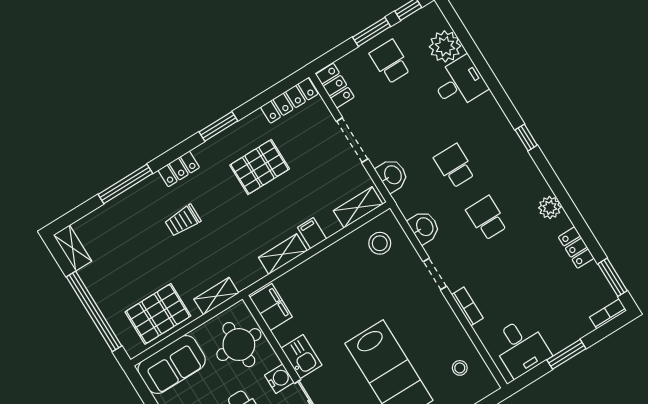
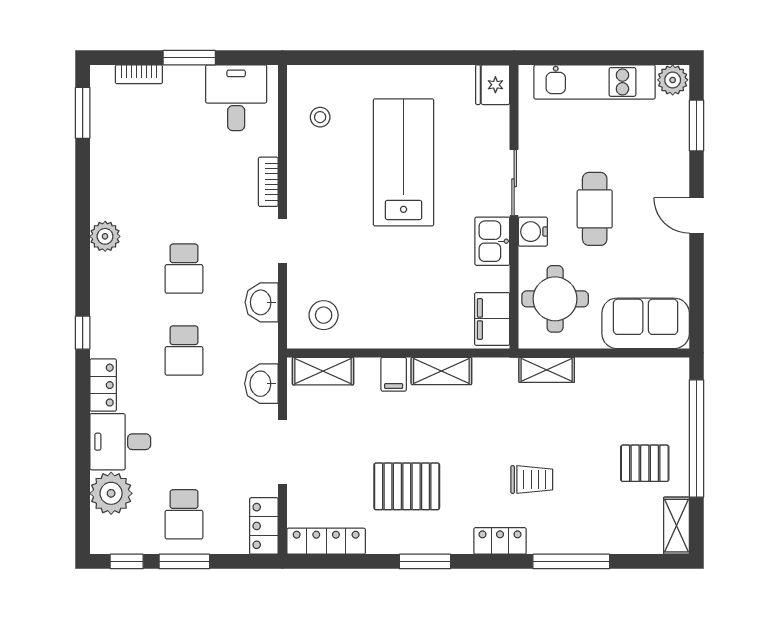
locker: (576, 248) -> (103, 385), moved
pallet: (158, 314) -> (645, 463), moved, width x0.67, depth x0.71
bookcase: (608, 314) -> (139, 74), moved

